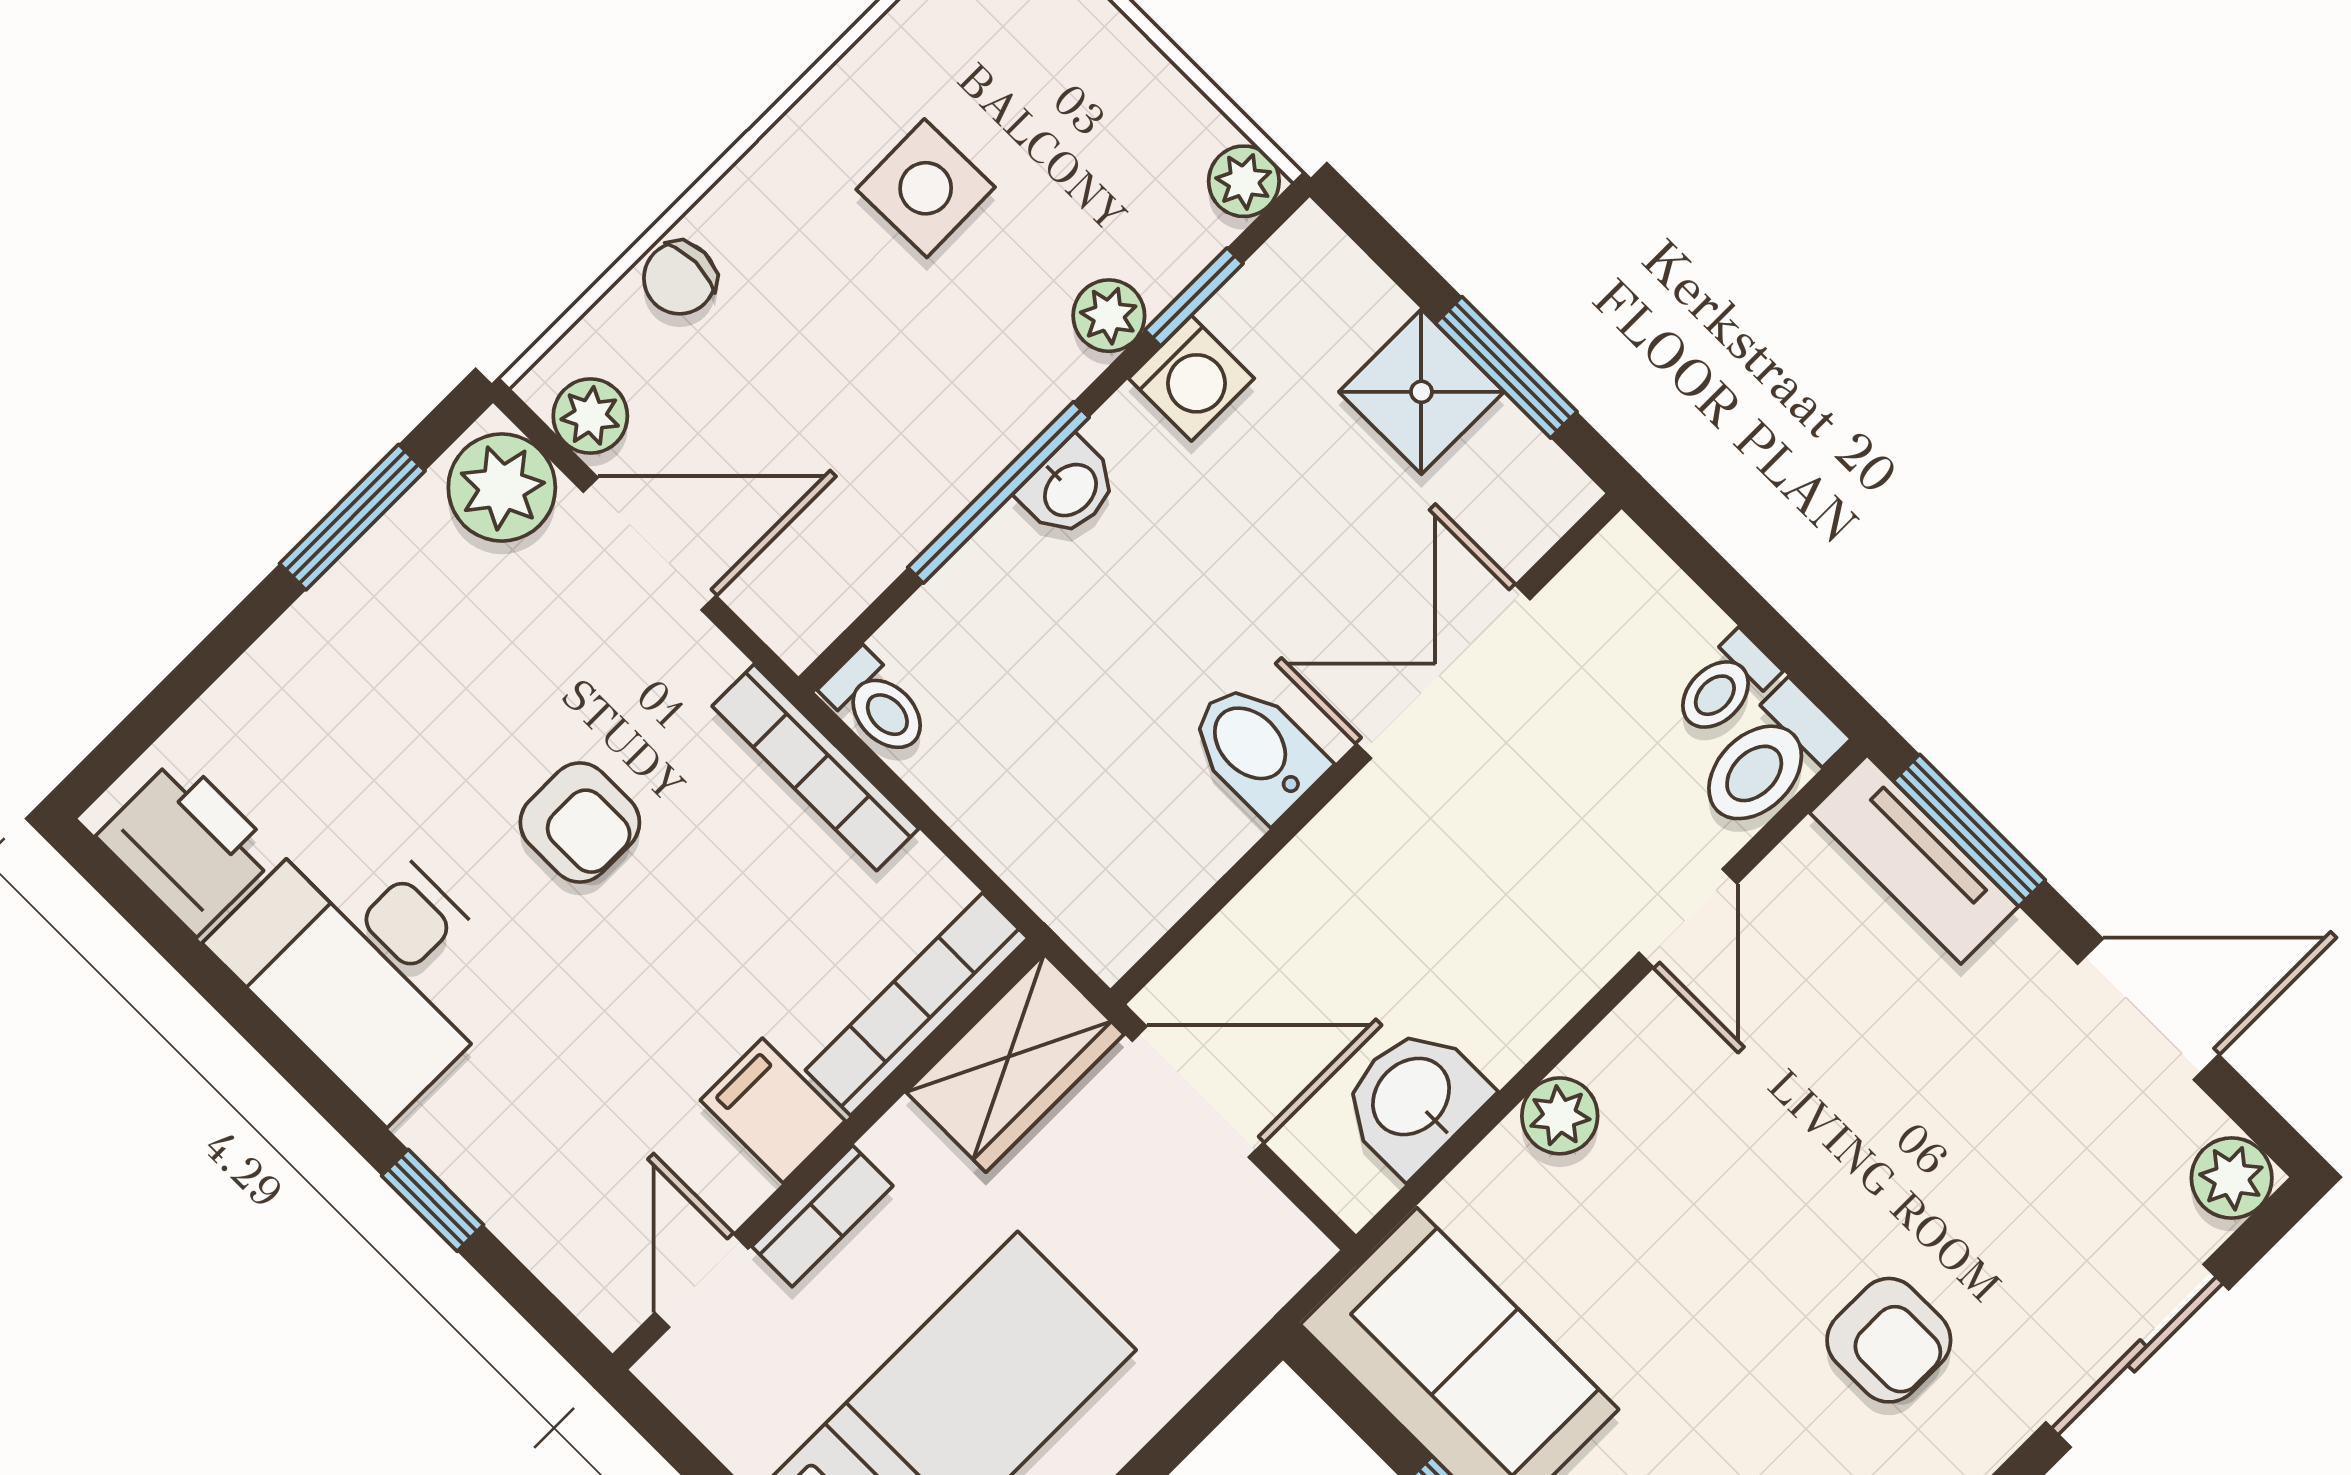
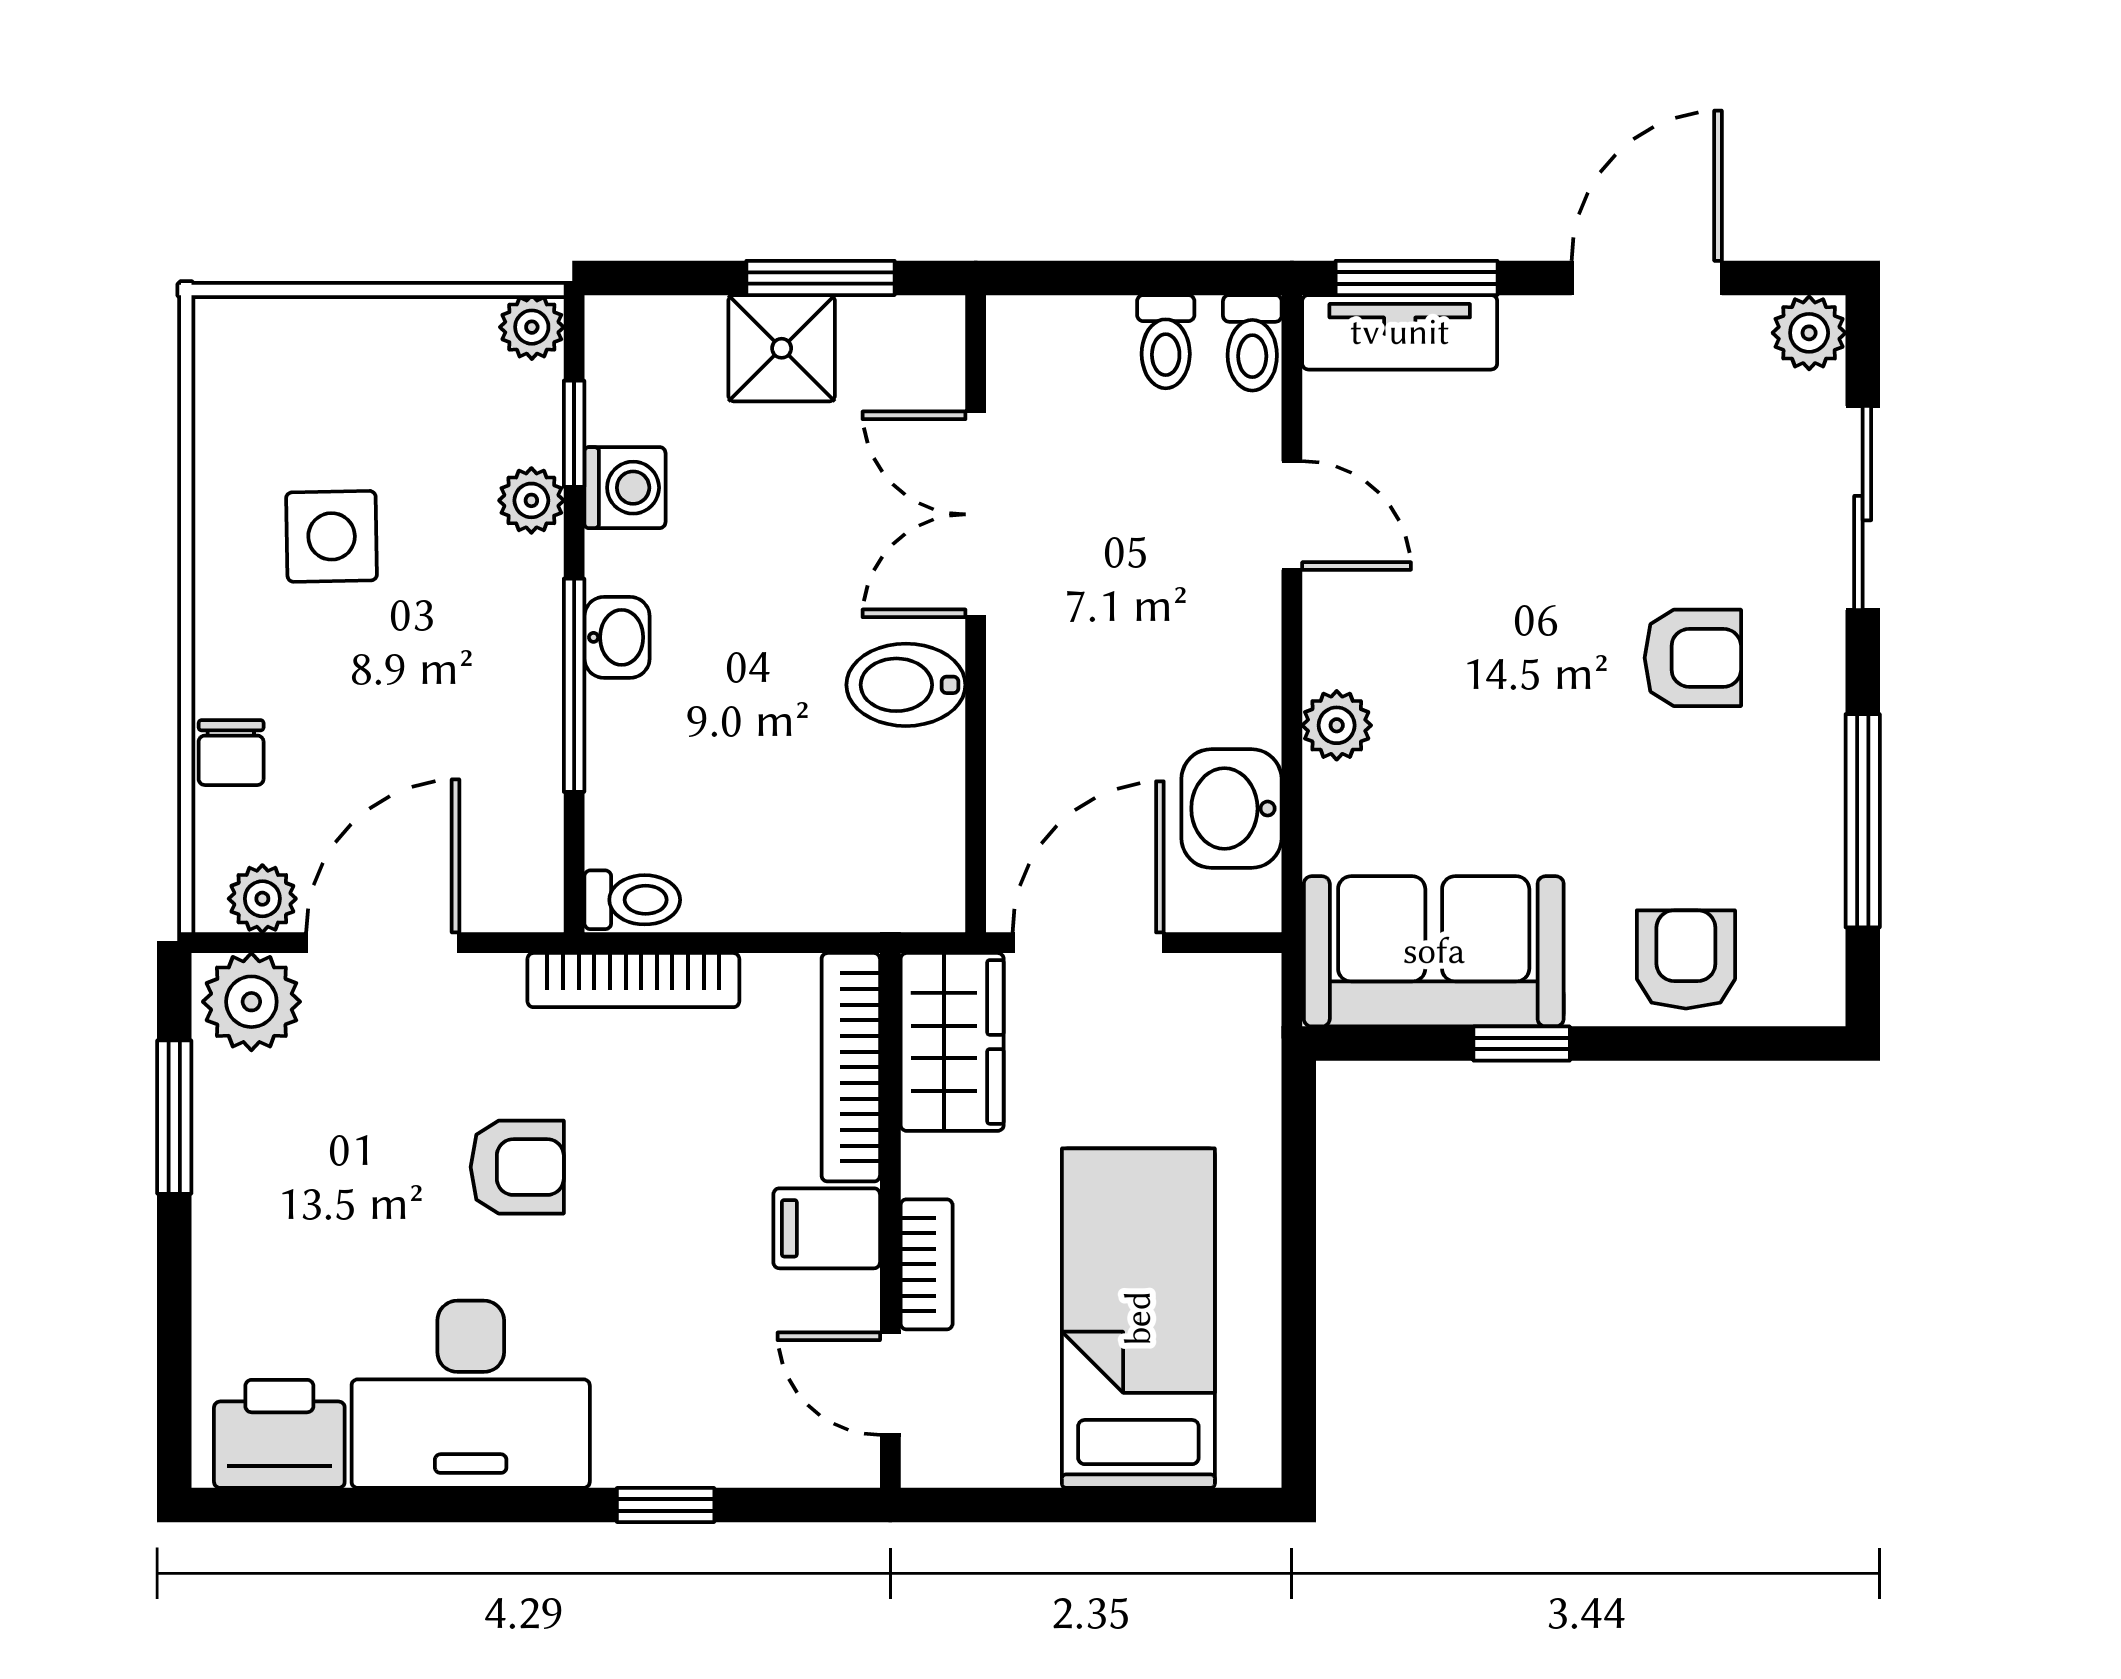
toilet: (1769, 759) -> (1252, 343), width x0.73, depth x0.72

